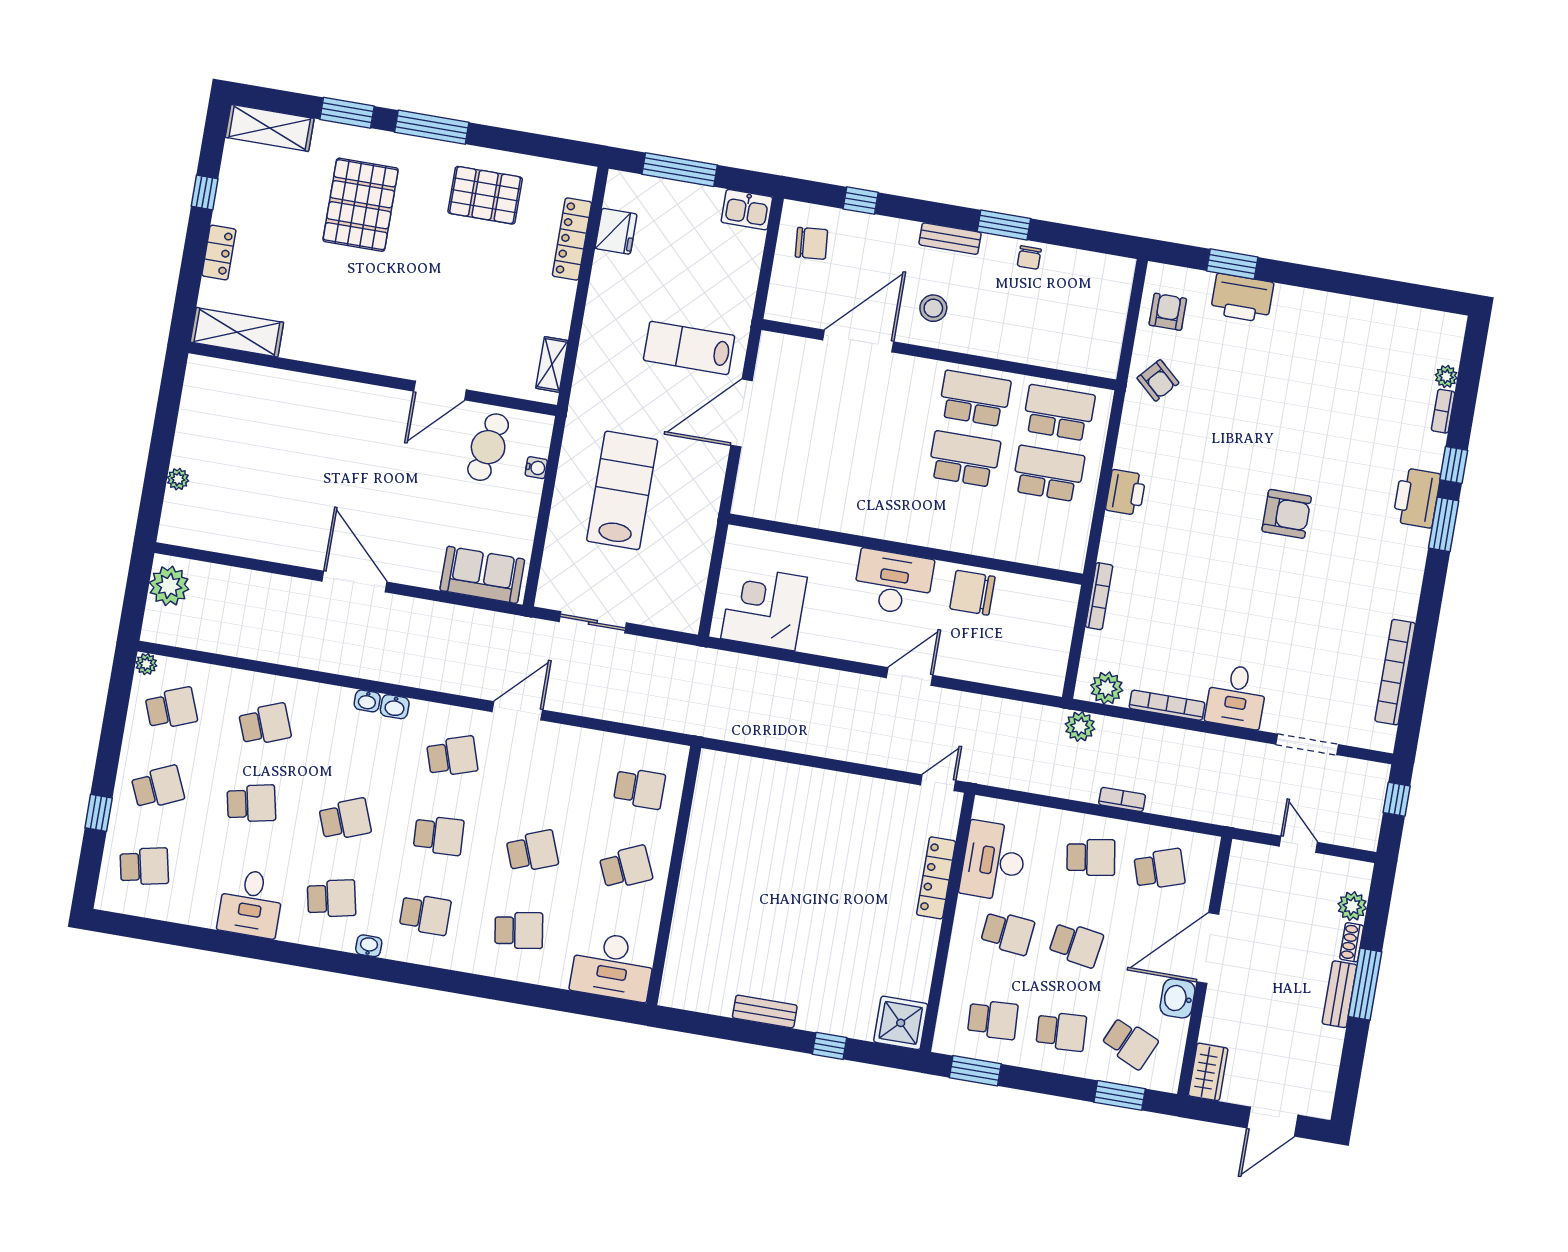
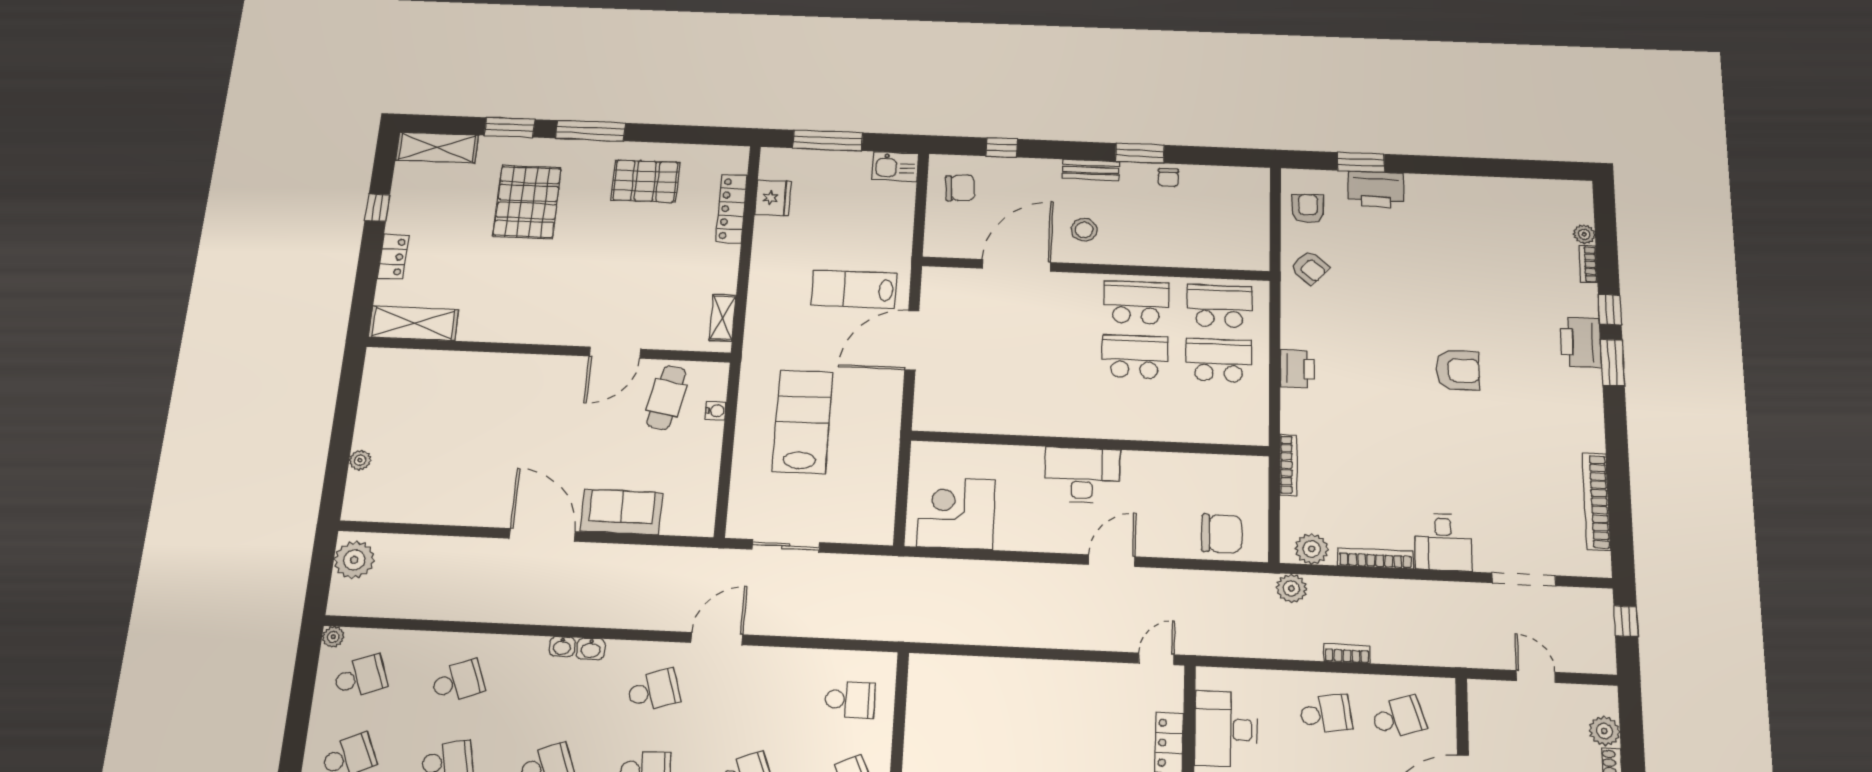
sofa: (482, 575) -> (622, 512), moved
chair: (972, 593) -> (1222, 534), moved, turned 180

